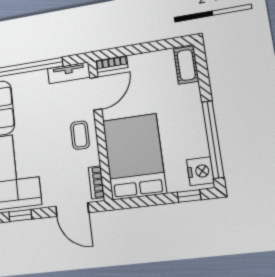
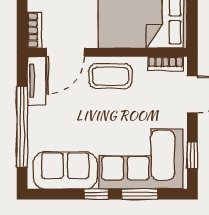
door: (96, 94) -> (66, 52), swing flipped
coffee table: (80, 135) -> (110, 76), width x1.36, depth x1.30

